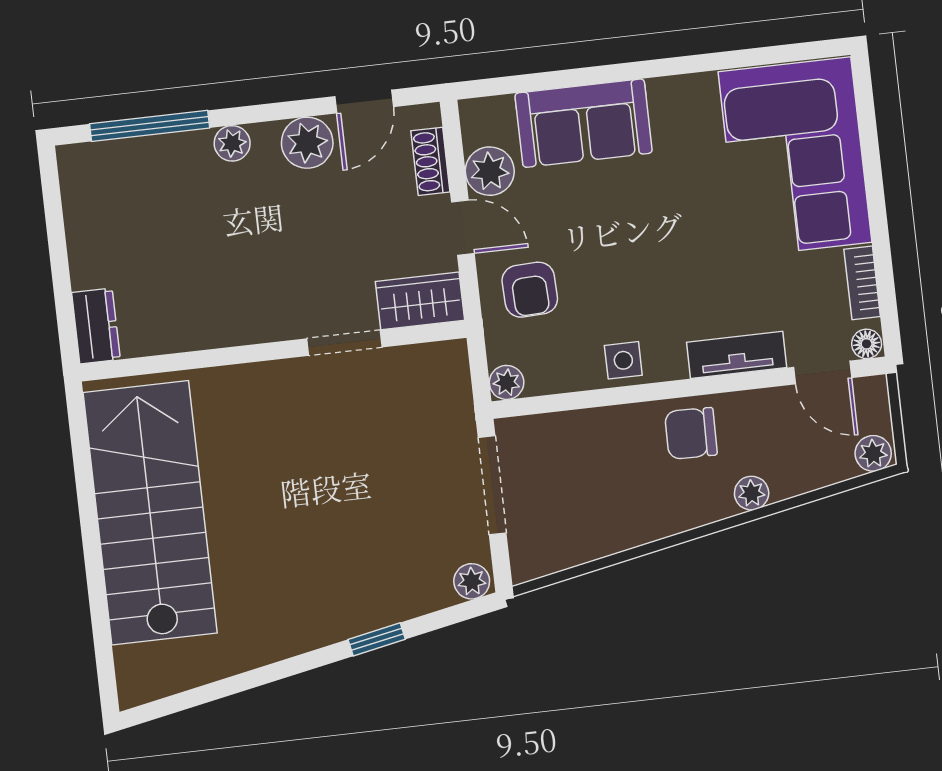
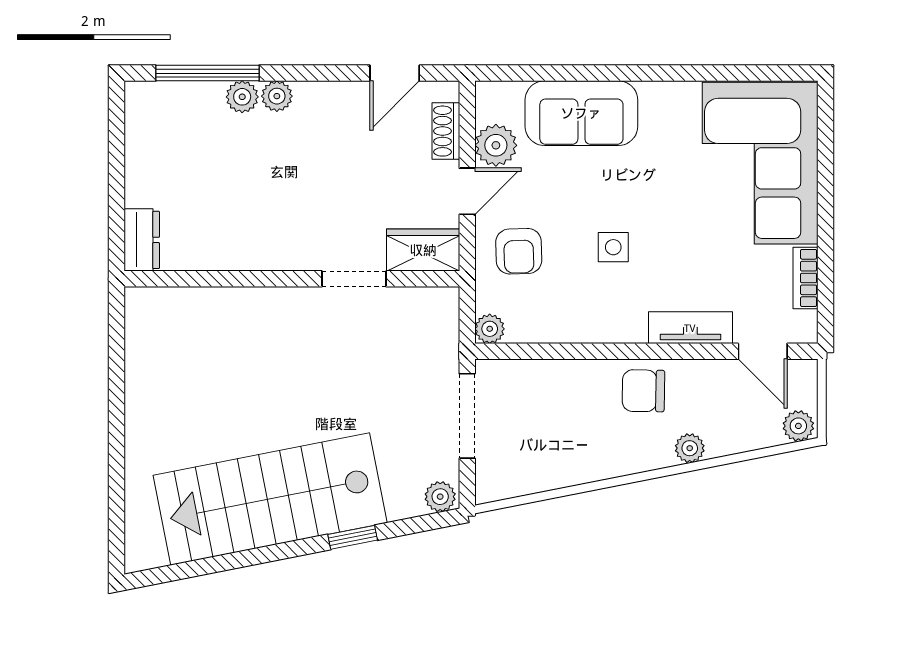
plant: (307, 143) -> (242, 97), moved, width x0.73, depth x0.73
door: (463, 228) -> (467, 191), hinge flipped
floor lamp: (867, 344) -> (803, 331), removed
side table: (623, 360) -> (613, 247), moved
stairs: (150, 513) -> (270, 499), moved, turned -101

